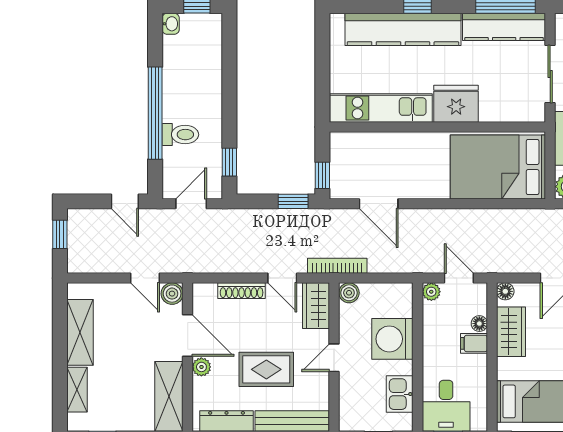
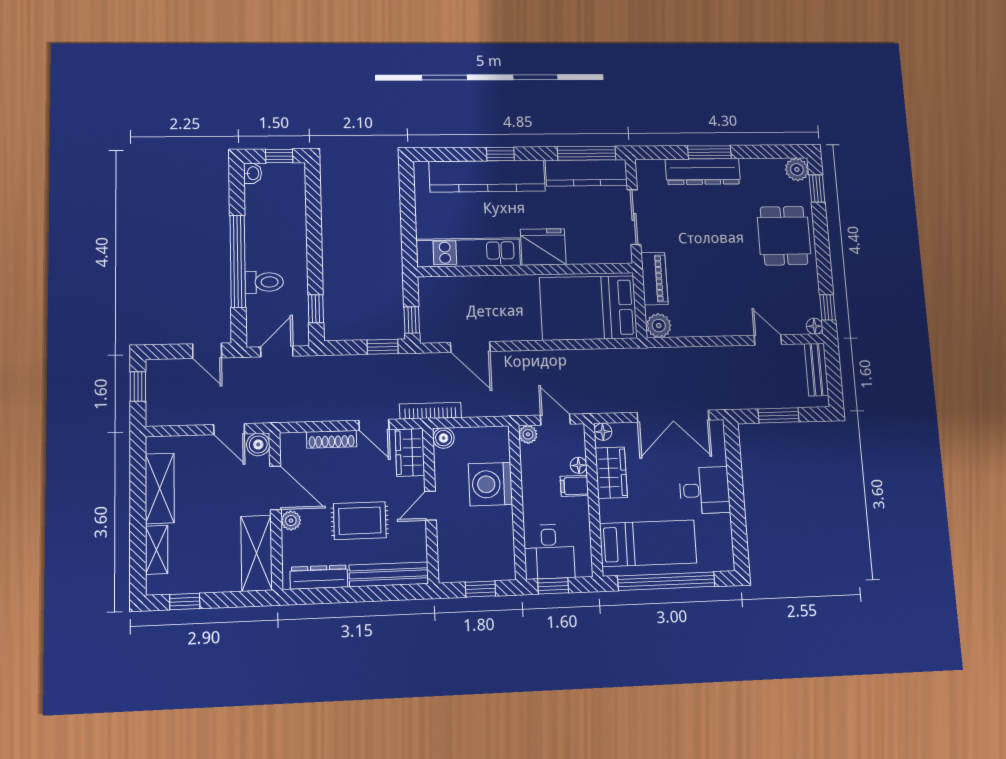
kitchen sink: (400, 394) -> (500, 541), removed

